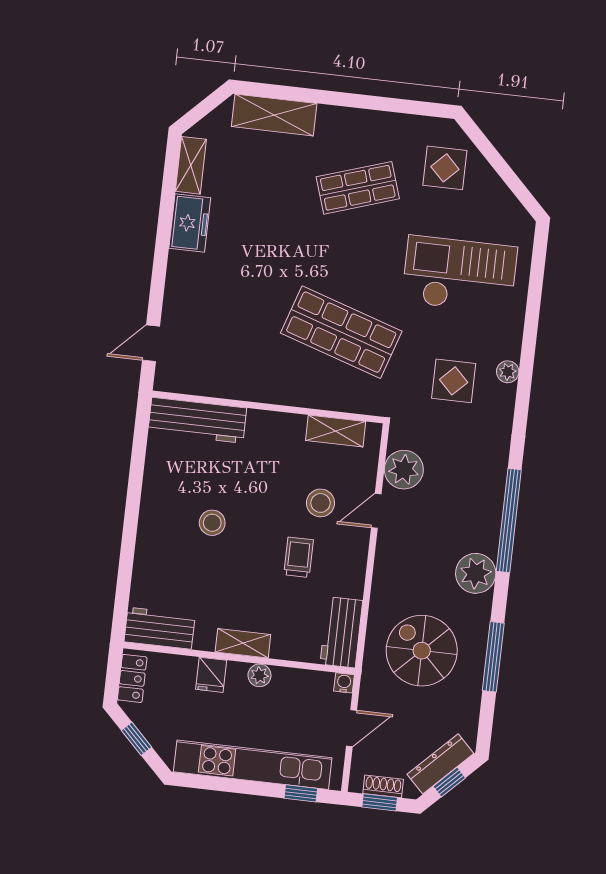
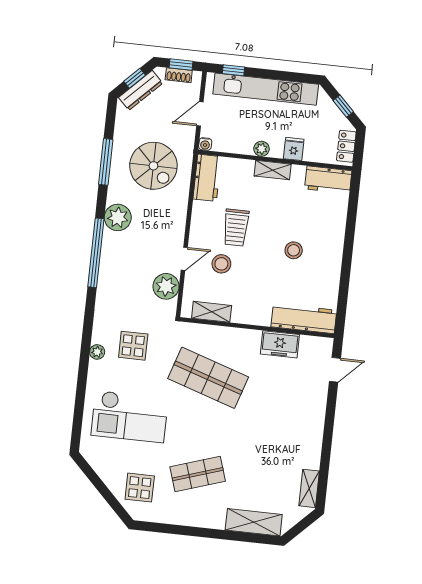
freezer: (190, 223) -> (280, 344), moved, turned -90
trolley: (299, 557) -> (236, 228), width x1.36, depth x1.39

